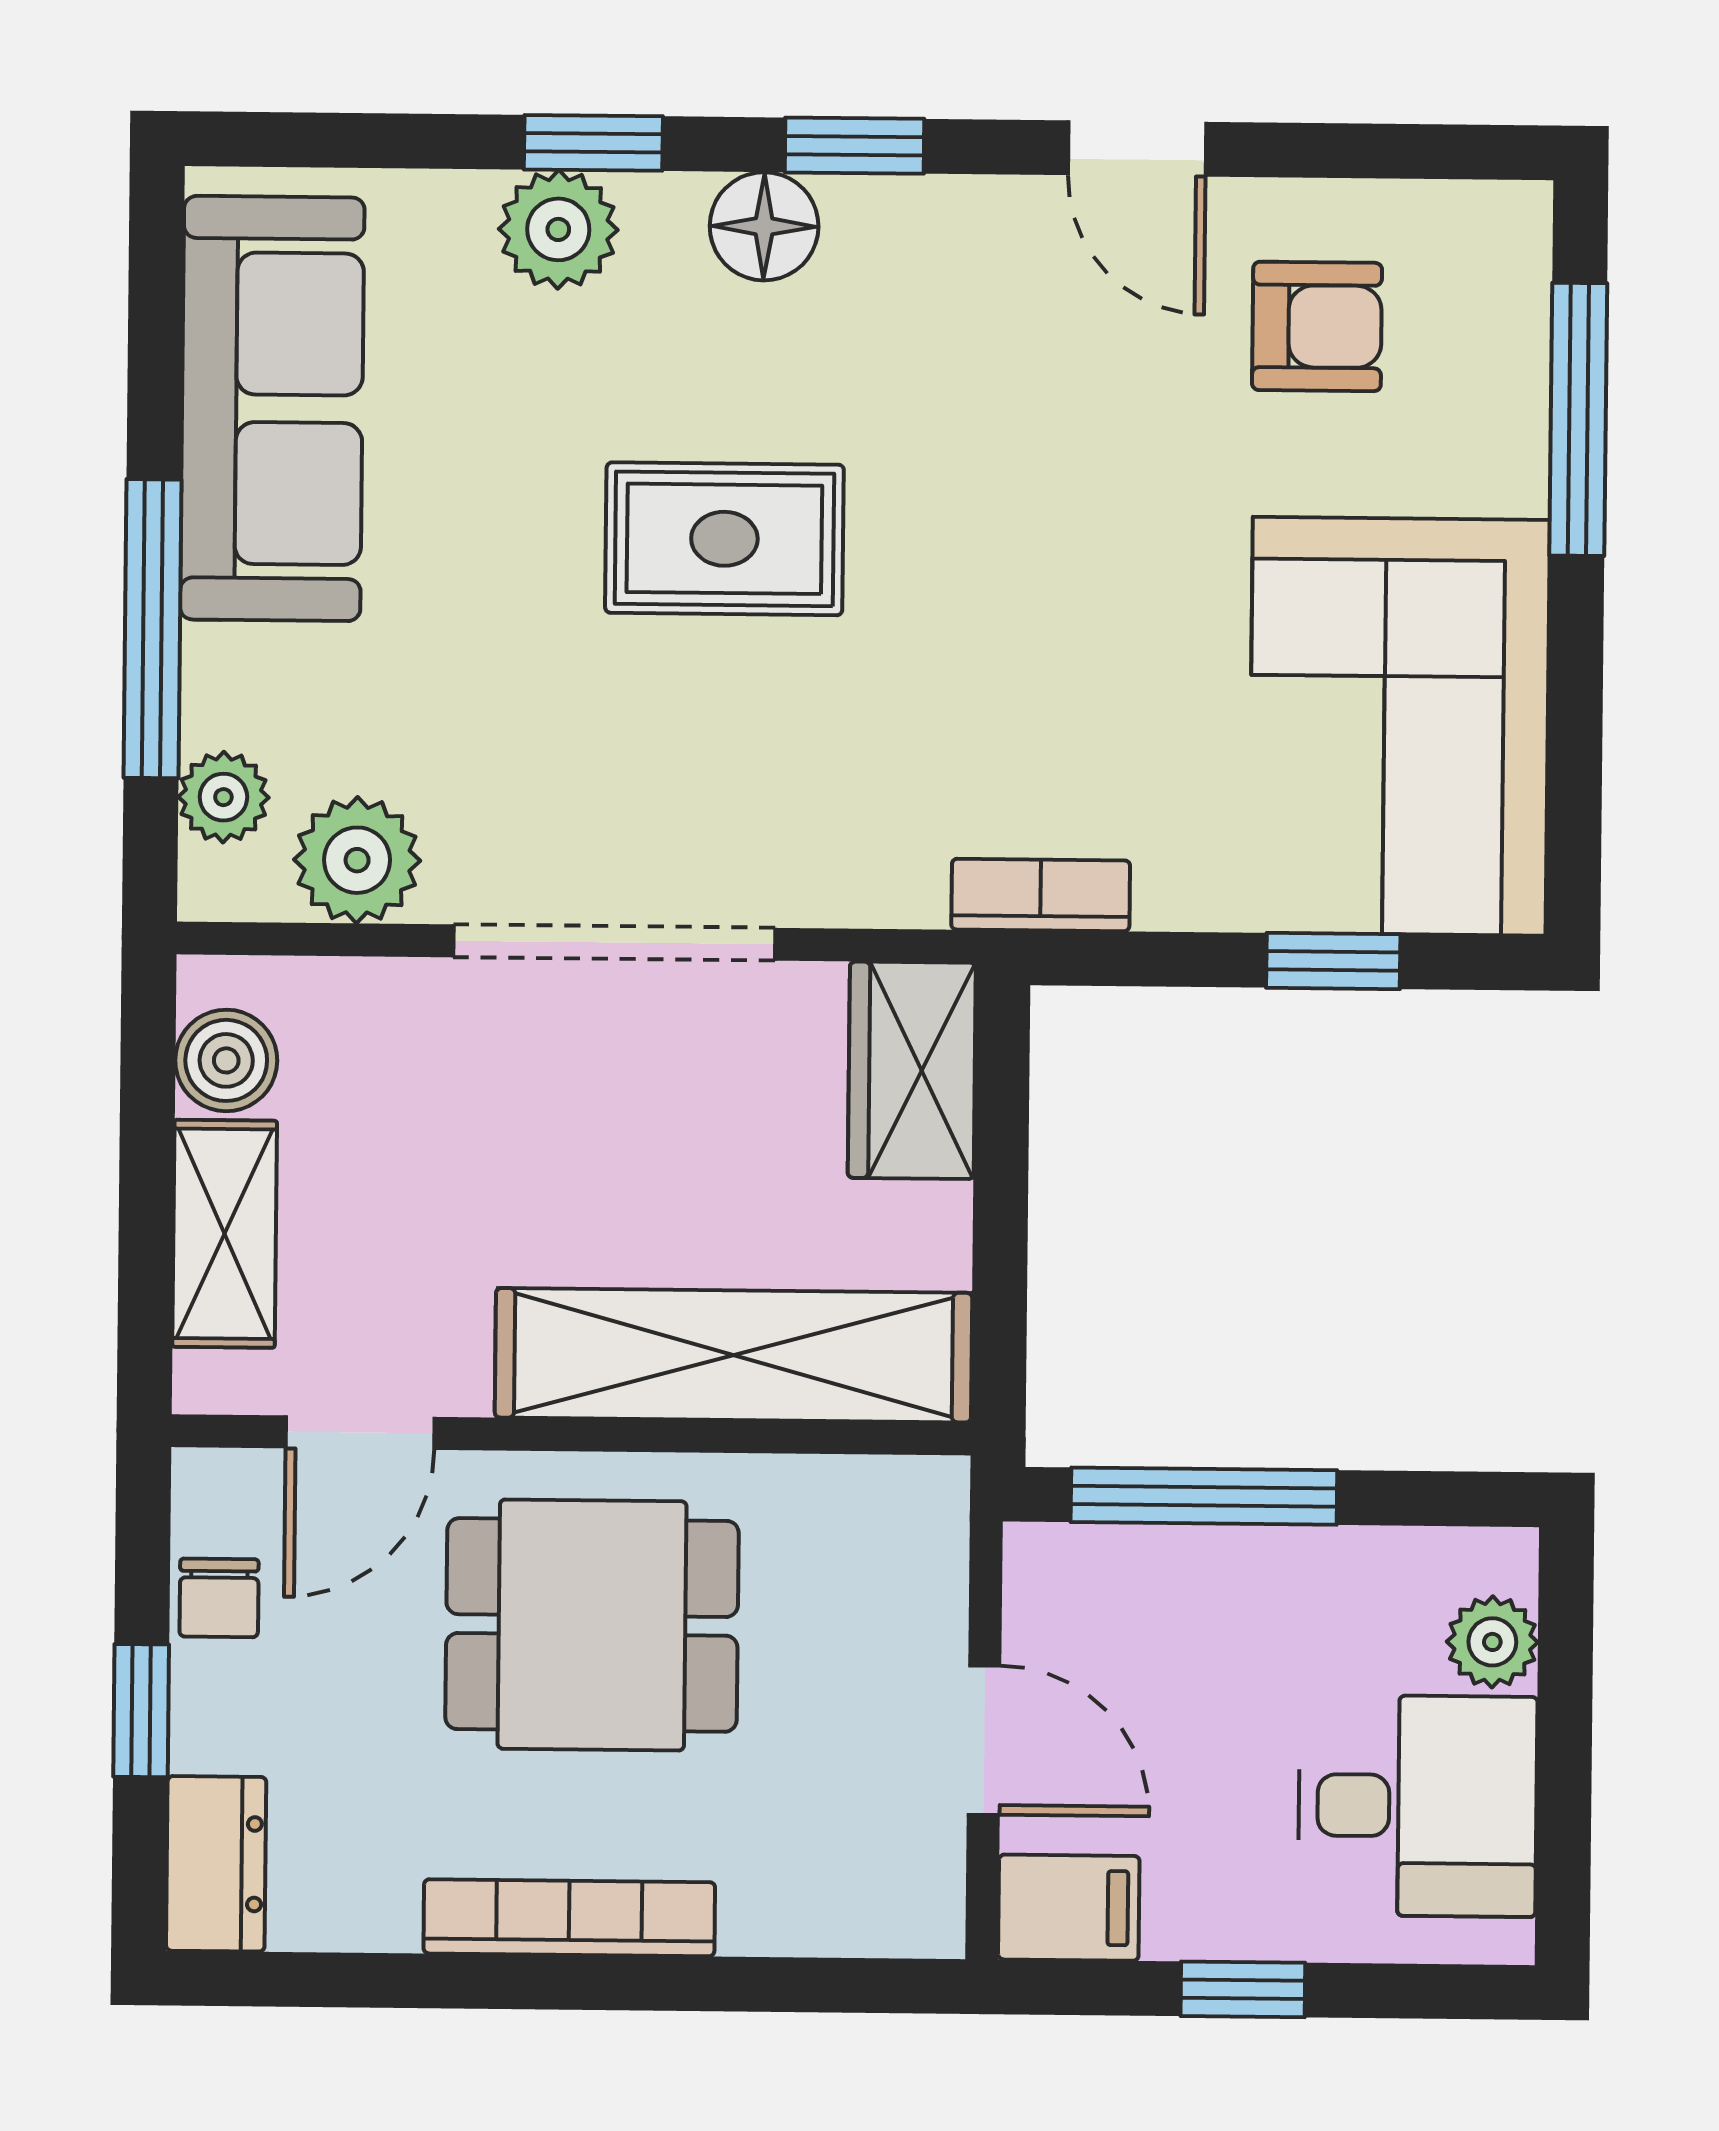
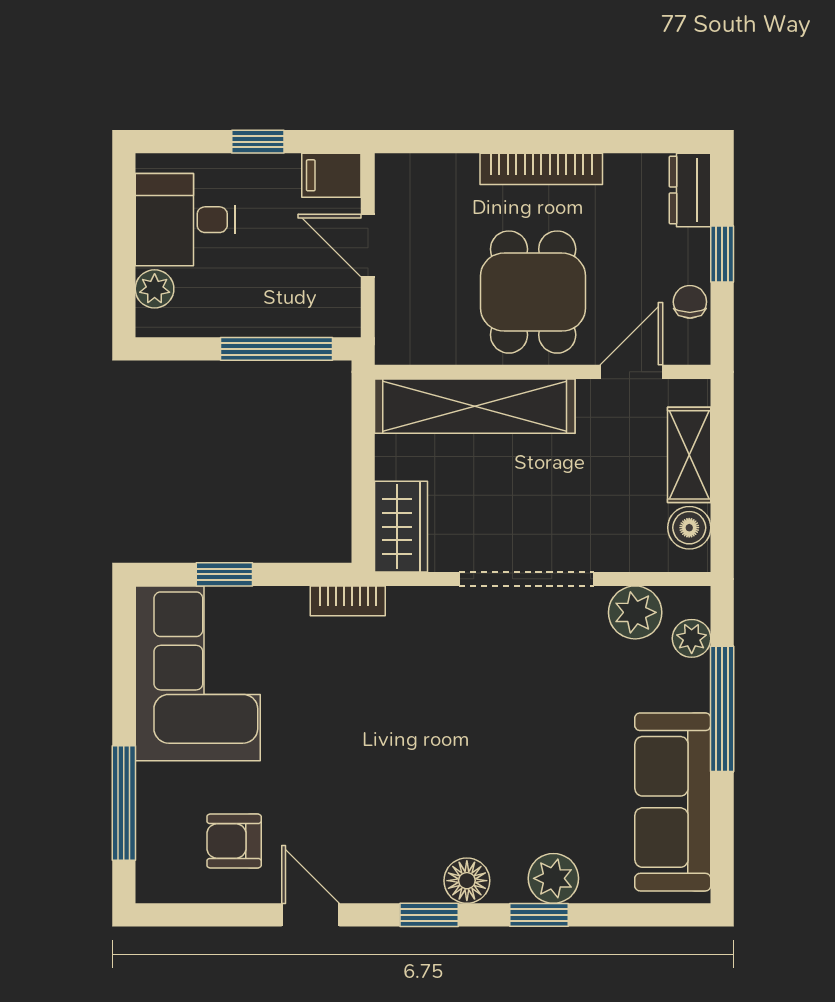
rug: (724, 539) -> (482, 749), removed
dining table: (592, 1625) -> (533, 292), turned 90

